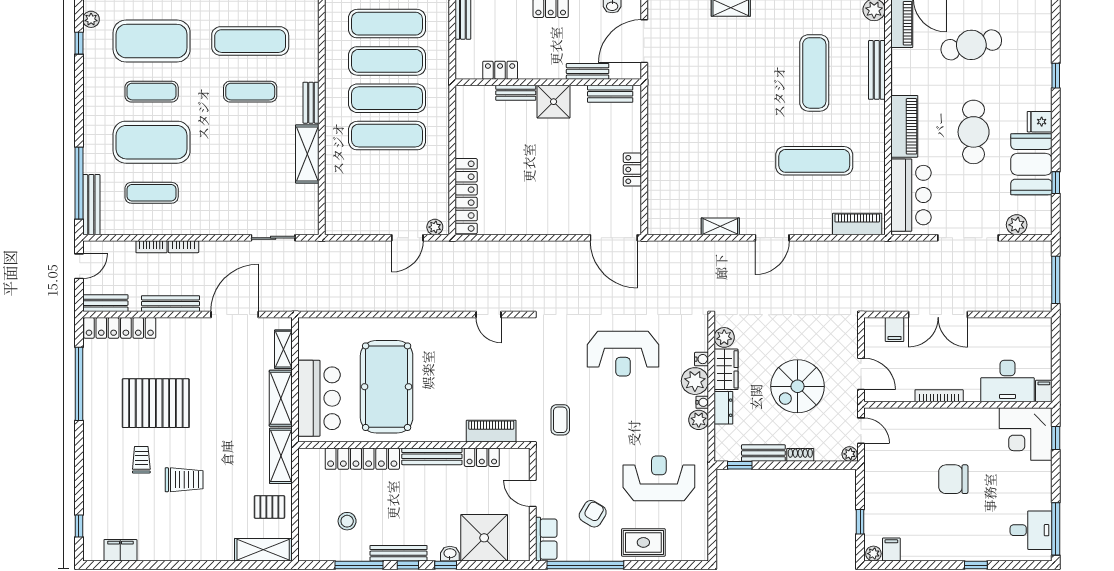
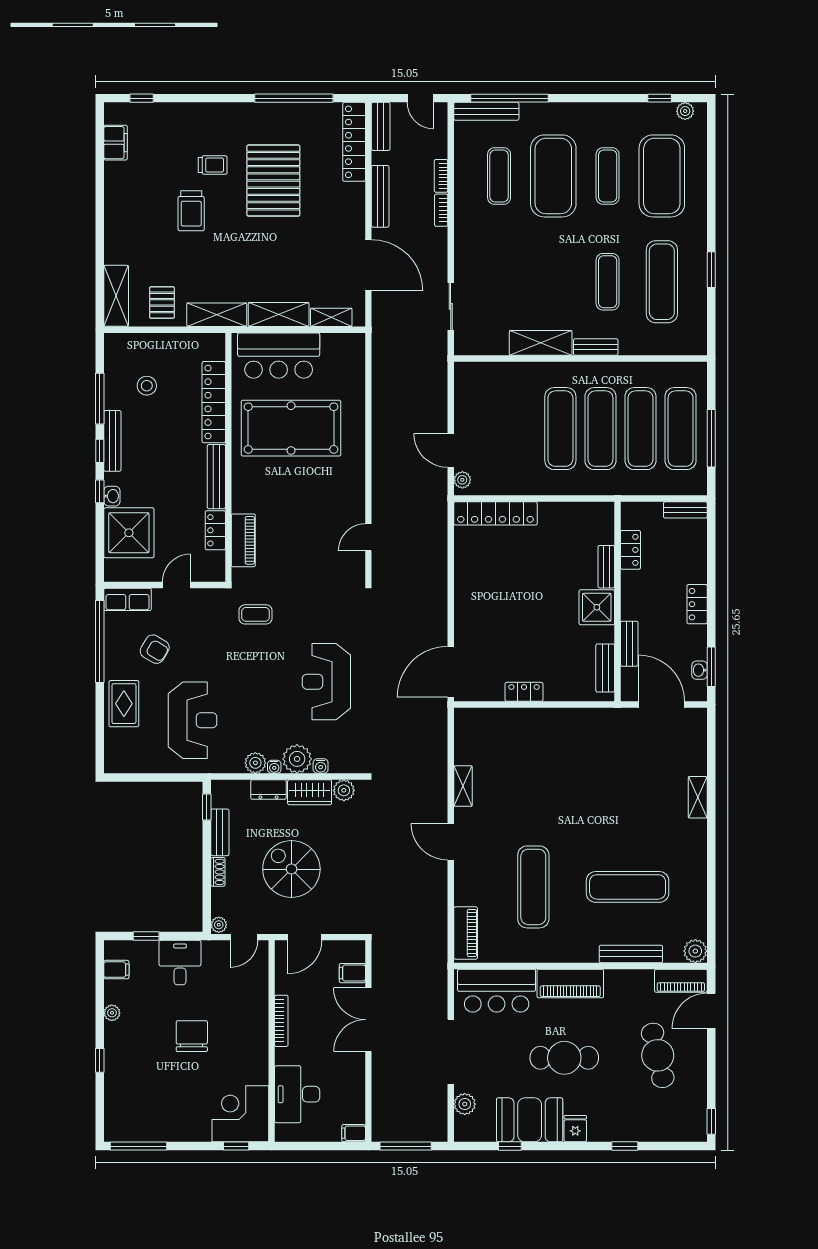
filing cabinet: (1044, 391) -> (354, 1133), moved, turned 180
desk: (1031, 530) -> (180, 963), moved, turned 180
plant: (873, 554) -> (112, 1013), moved

